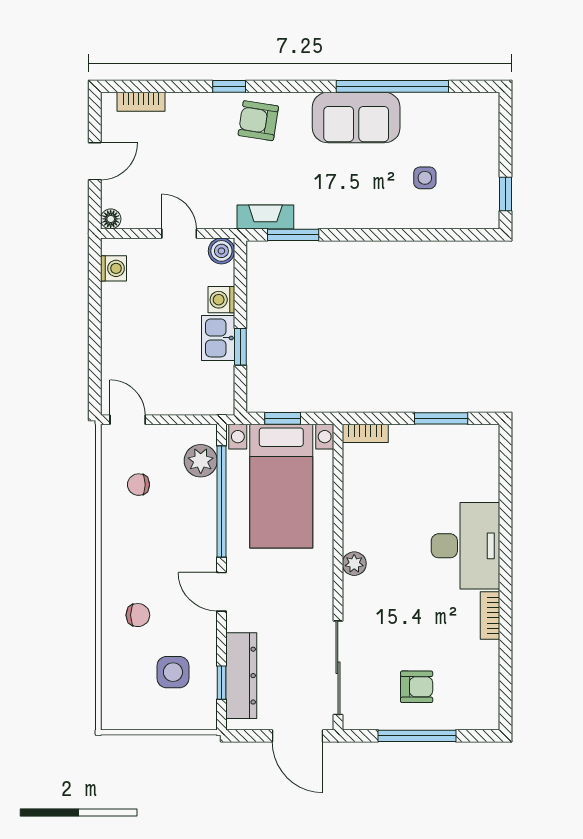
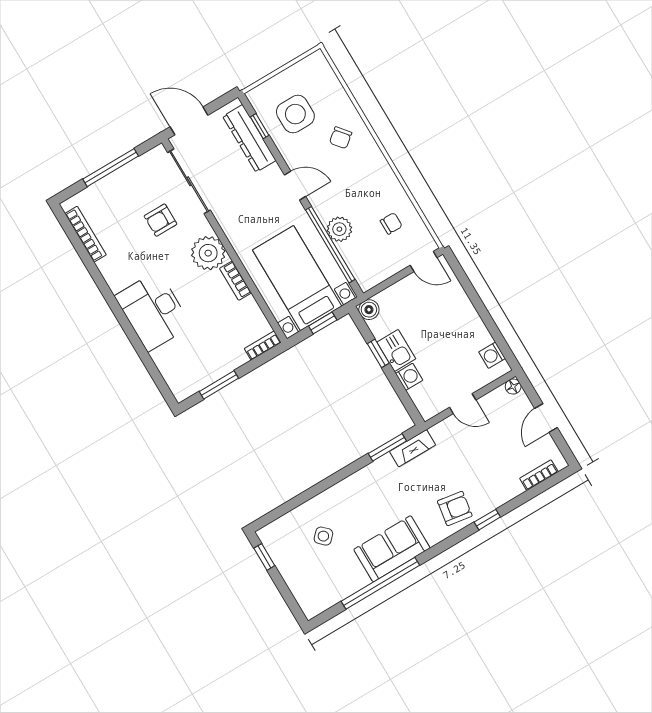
side table: (425, 178) -> (323, 536), turned 45
boiler: (221, 251) -> (369, 310), moved
plant: (201, 461) -> (339, 229), moved
bookcase: (352, 525) -> (236, 281), added
plant: (354, 564) -> (208, 253), width x1.88, depth x1.88
chair: (138, 615) -> (341, 138), turned -39
bookcase: (490, 615) -> (86, 234), moved, width x1.56
side table: (173, 672) -> (295, 114), width x1.37, depth x1.37
armchair: (417, 687) -> (161, 220), moved

